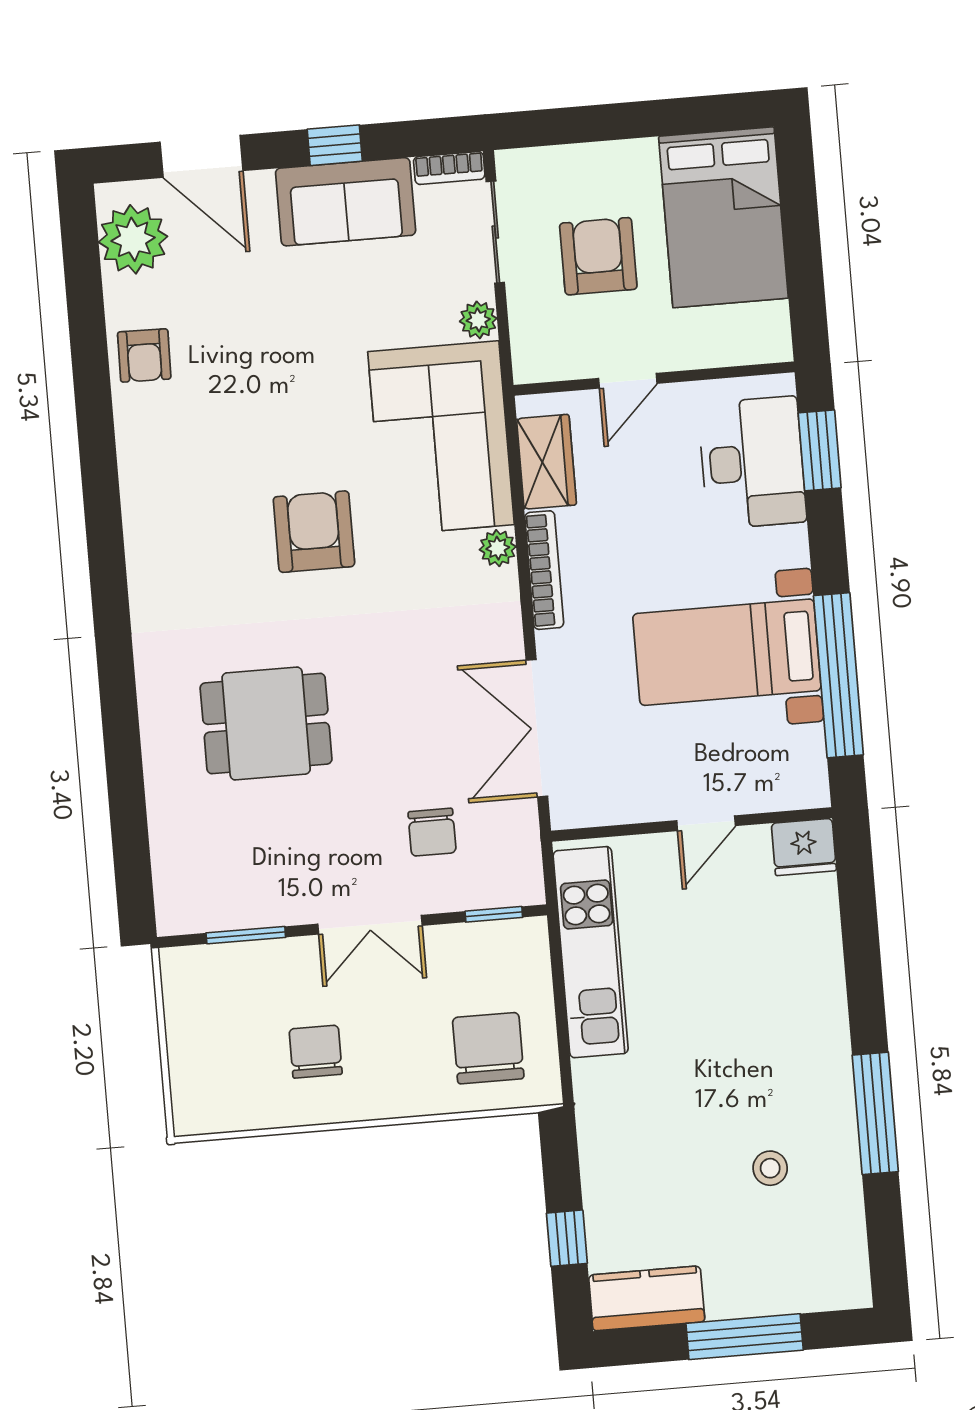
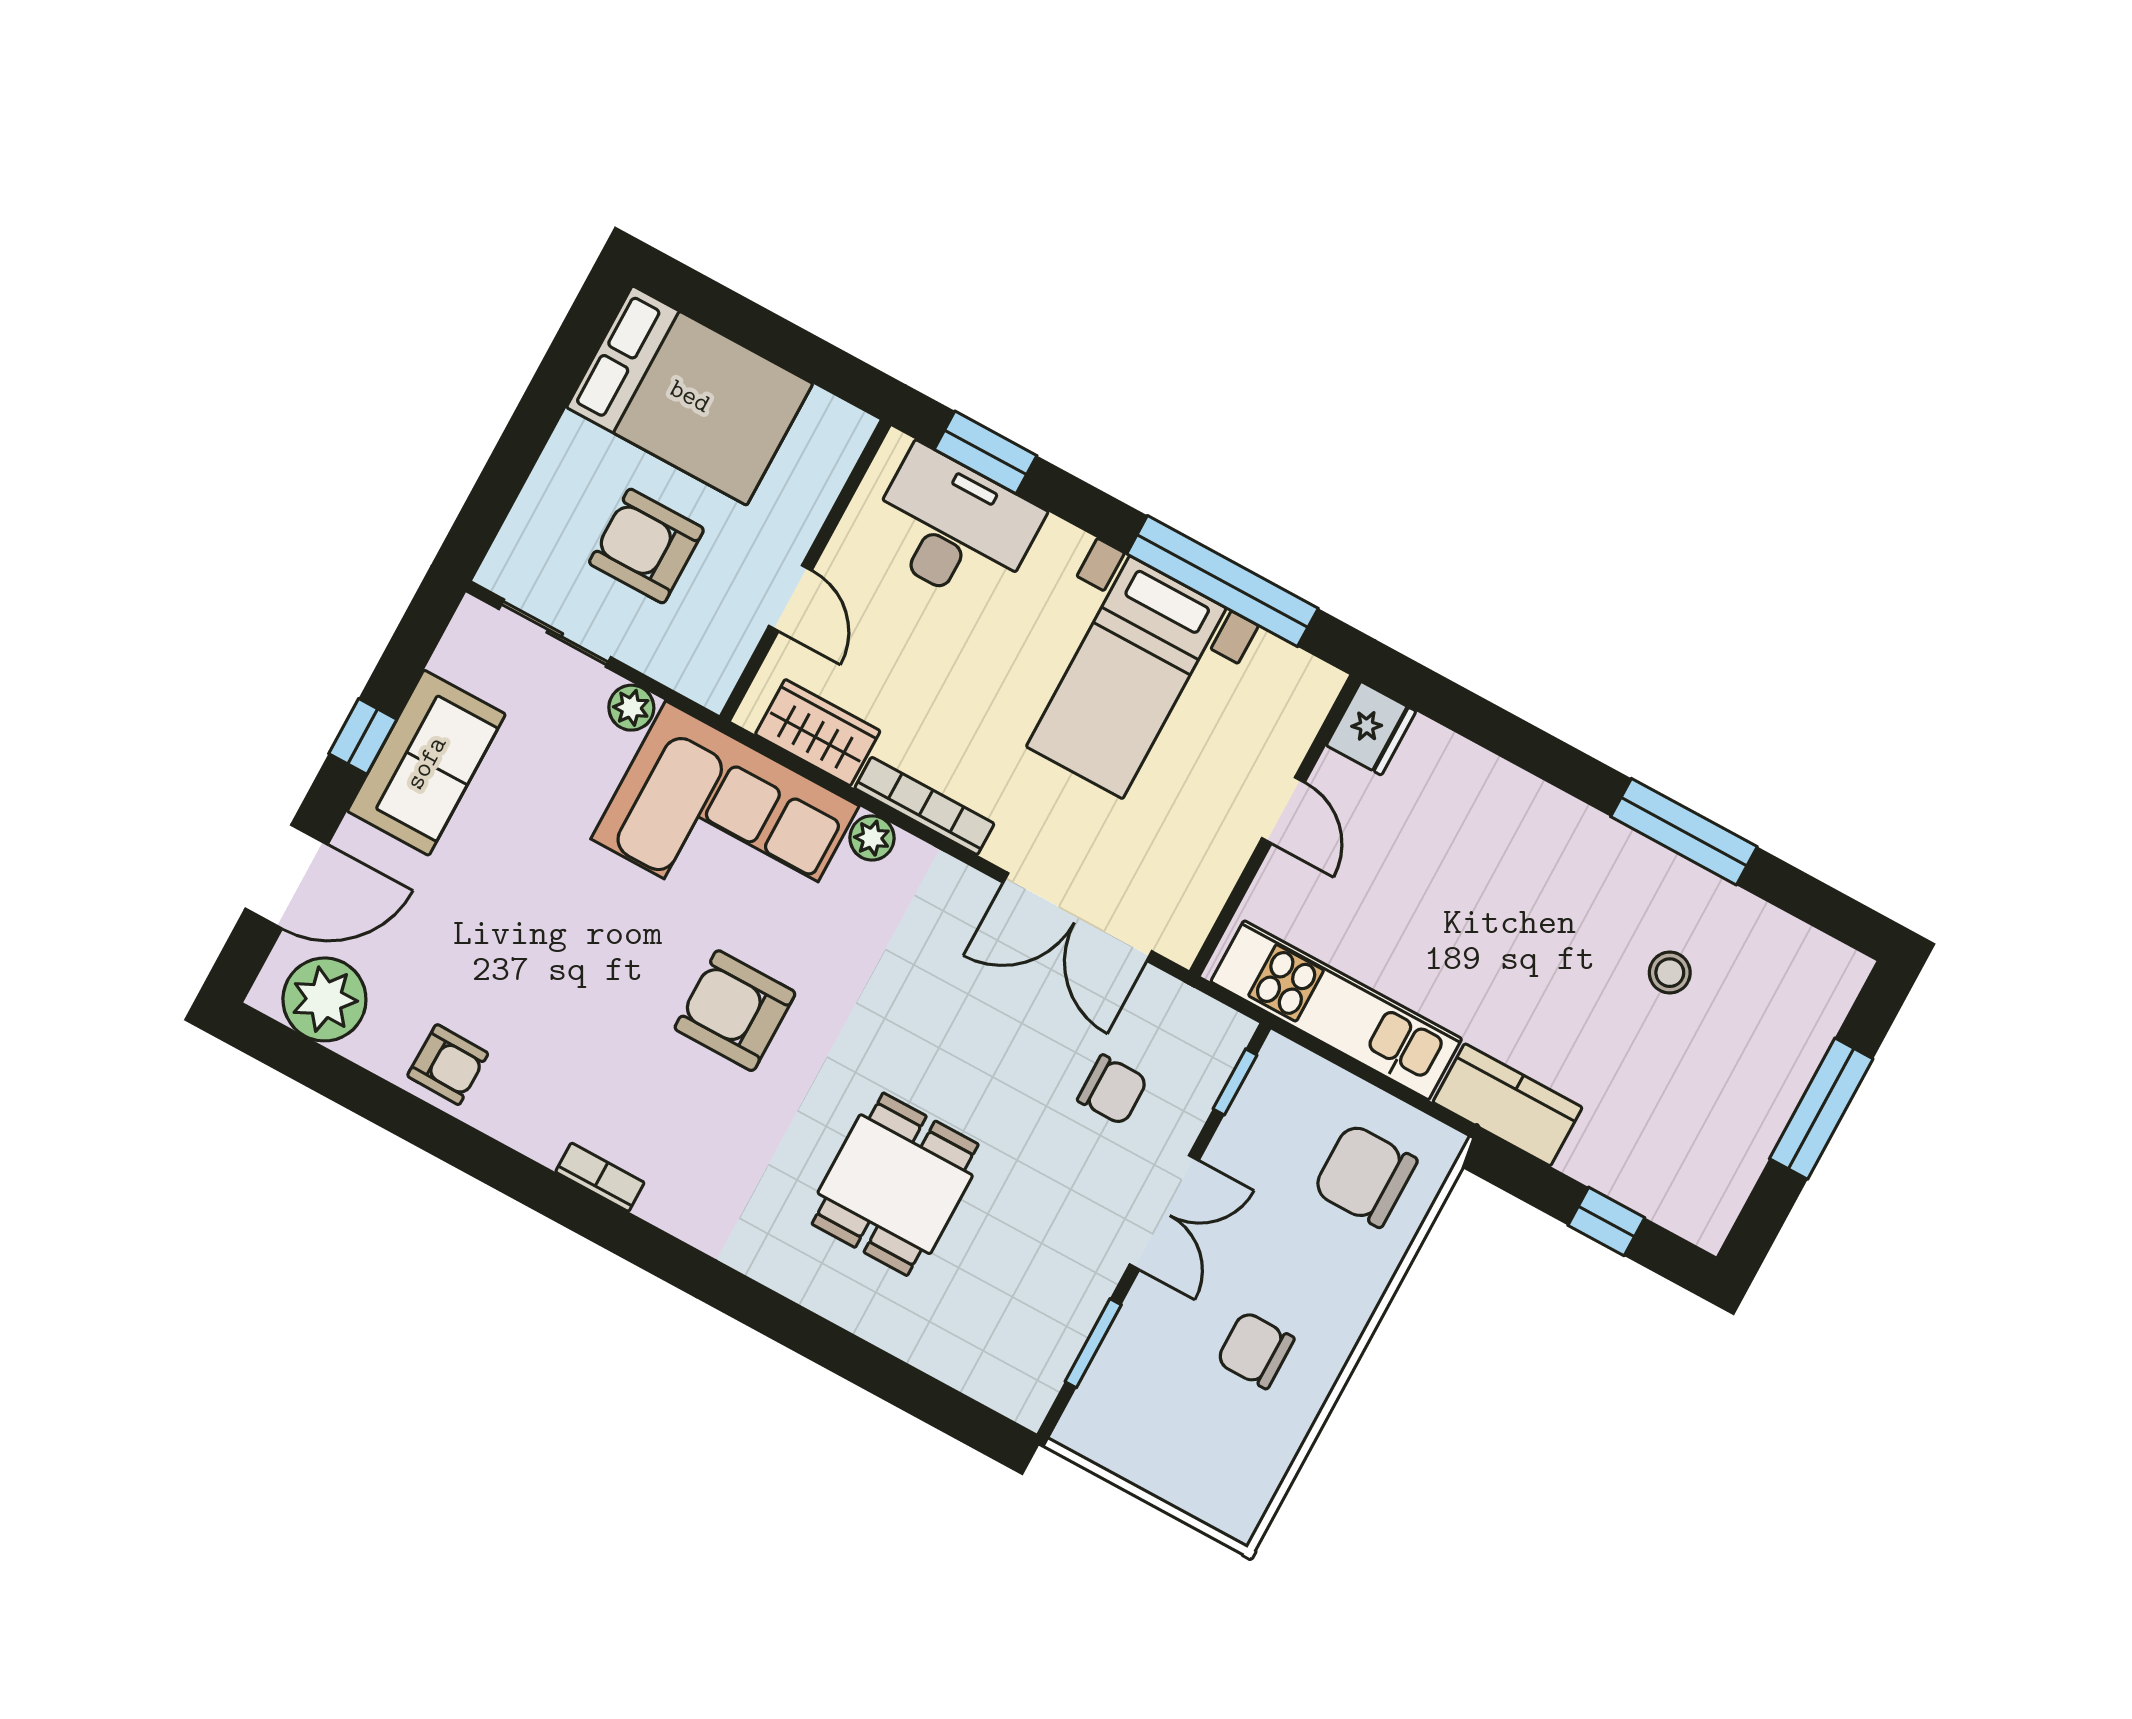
bookcase: (449, 168) -> (600, 1177), moved, turned -90
kitchen counter: (647, 1298) -> (1508, 1105), moved, turned 90

